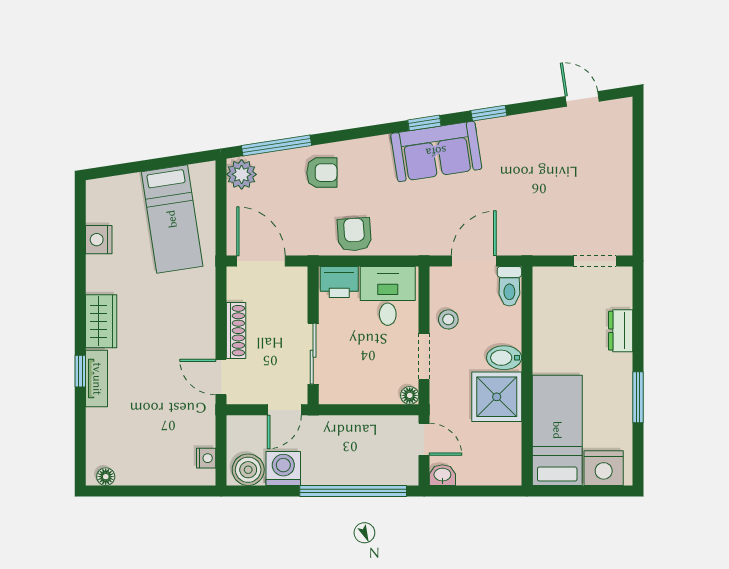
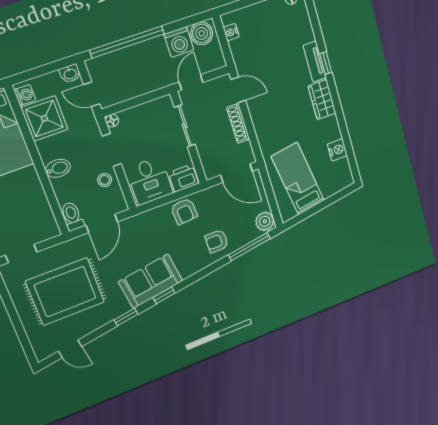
rug: (558, 184) -> (65, 292), added
shower: (497, 397) -> (44, 118), moved
washing machine: (510, 467) -> (25, 95), added

